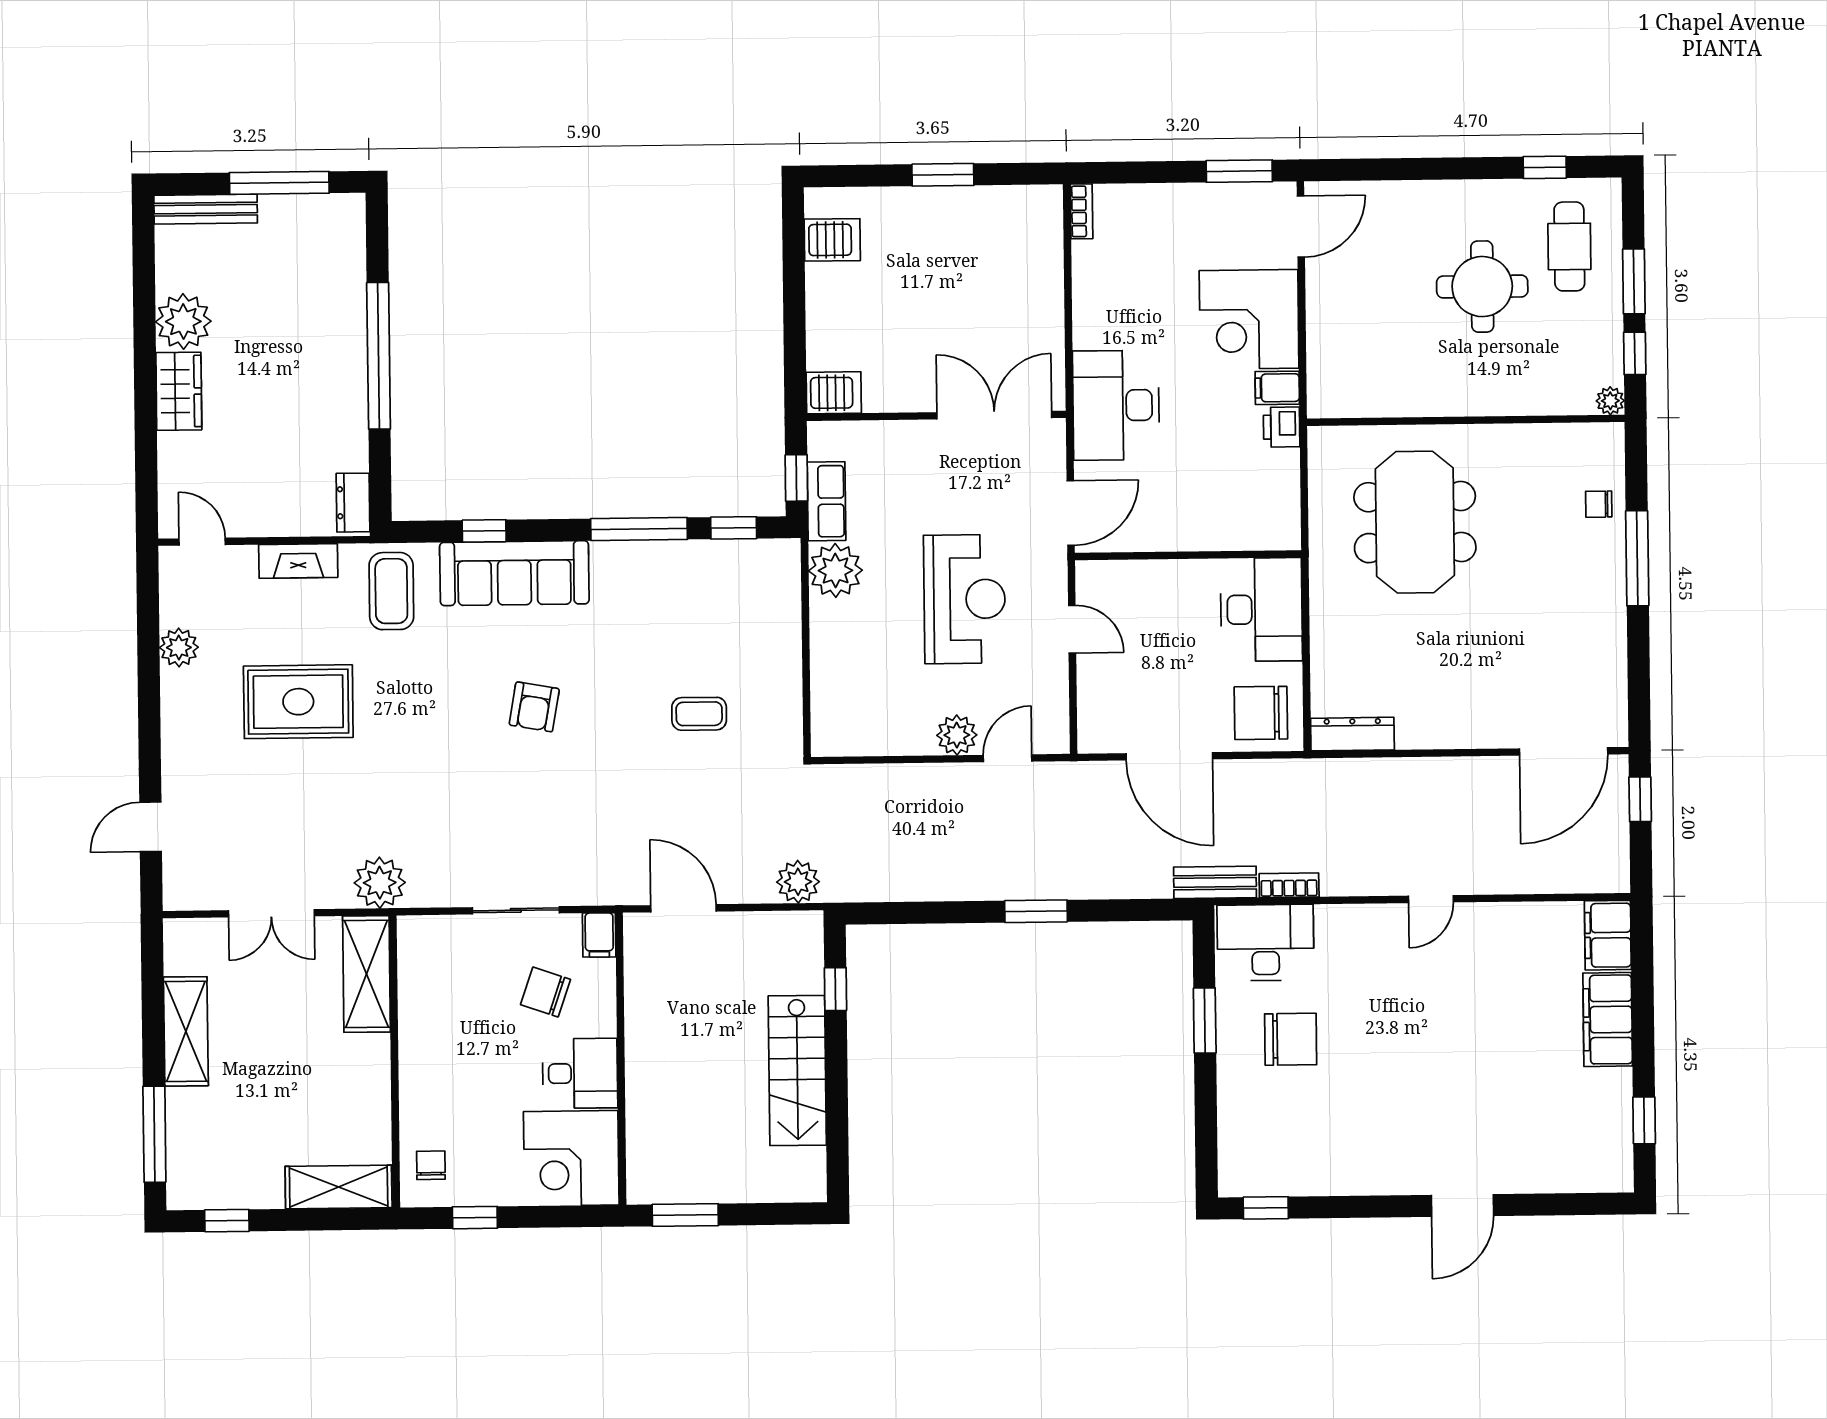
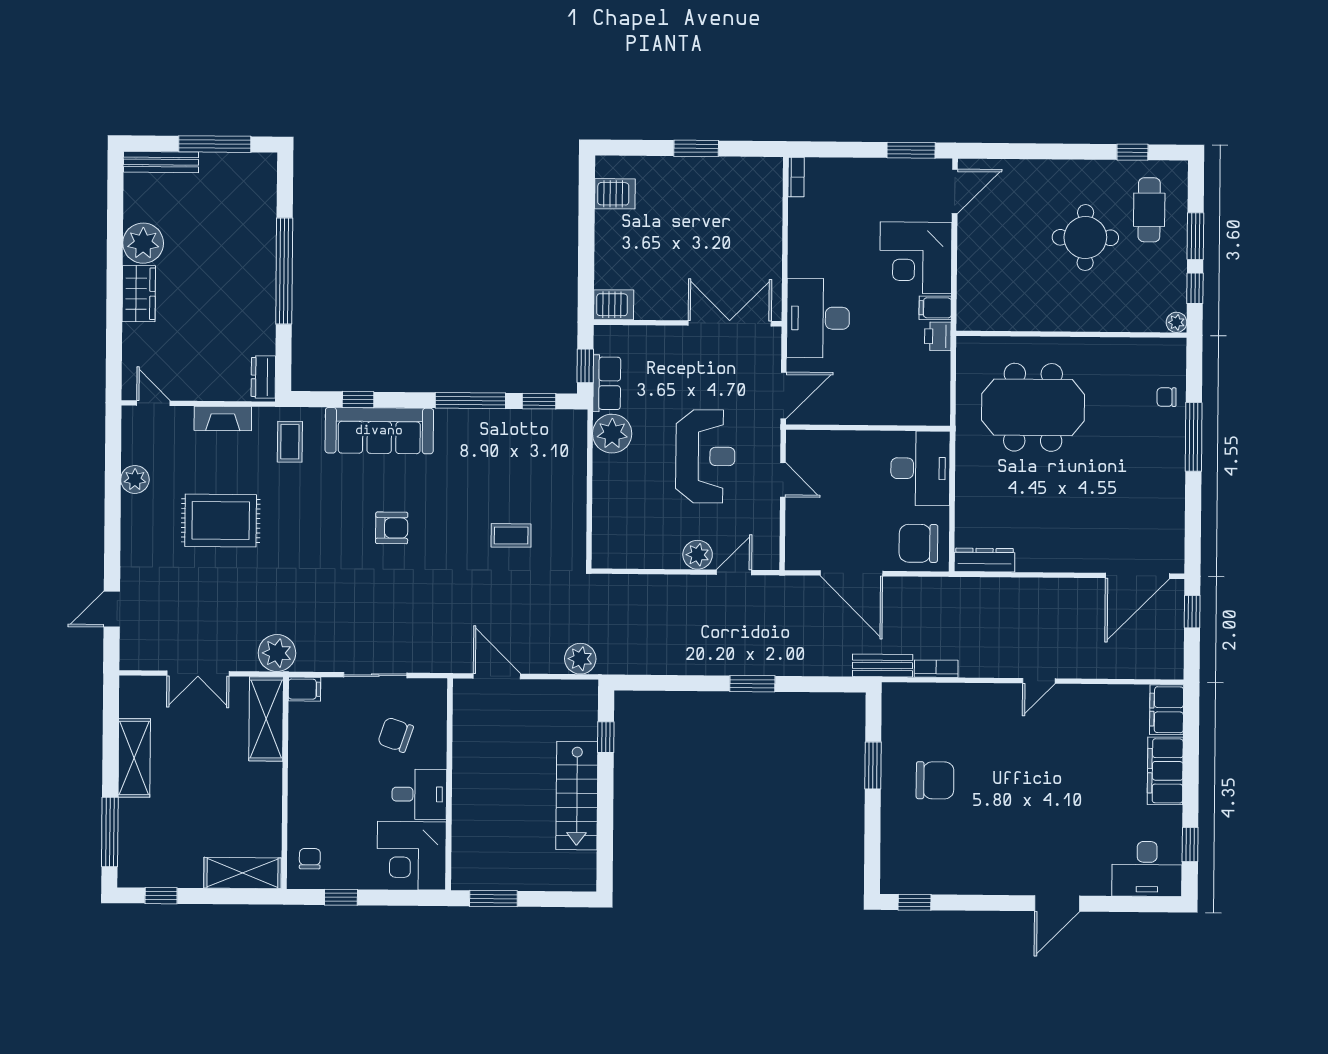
meeting table: (1415, 522) -> (1033, 407), turned 90
coffee table: (391, 591) -> (290, 442), width x0.73, depth x0.77
armchair: (534, 707) -> (392, 528), turned -100
filing cabinet: (599, 935) -> (304, 689), moved, turned -90
desk: (1265, 943) -> (1147, 869), moved, turned 180

